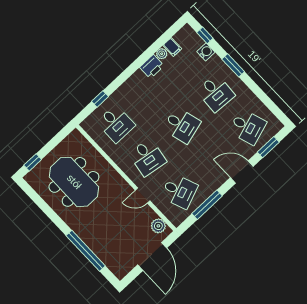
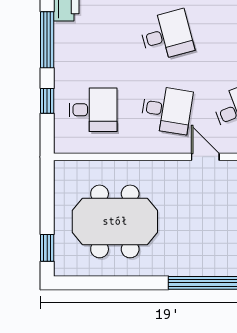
window: (128, 72) -> (47, 40), added
door: (143, 196) -> (205, 157), swing flipped

